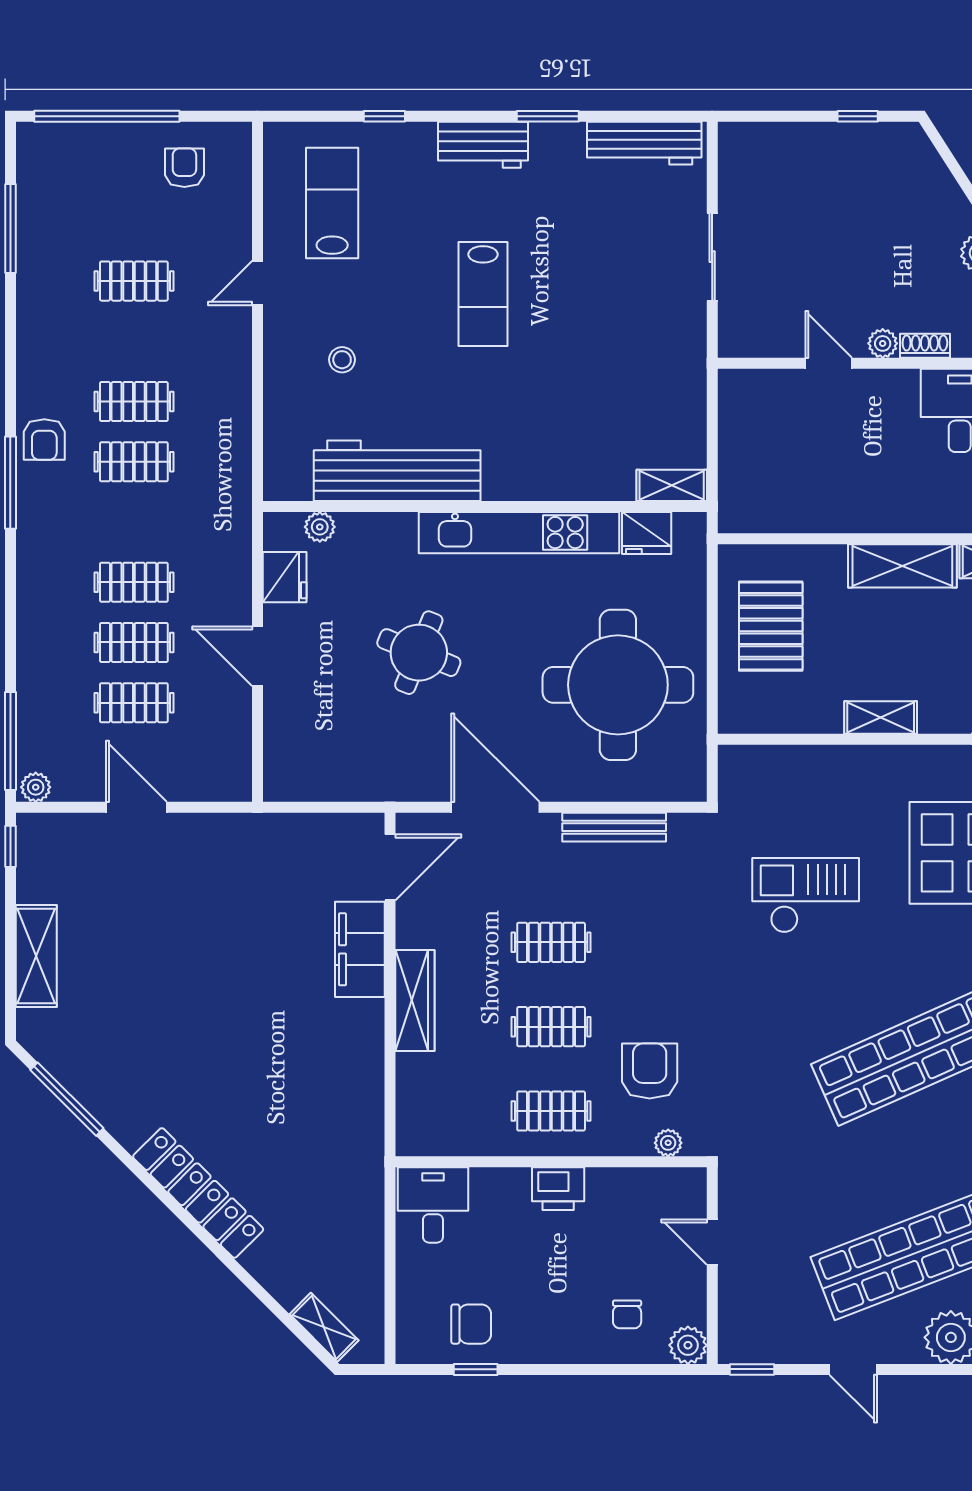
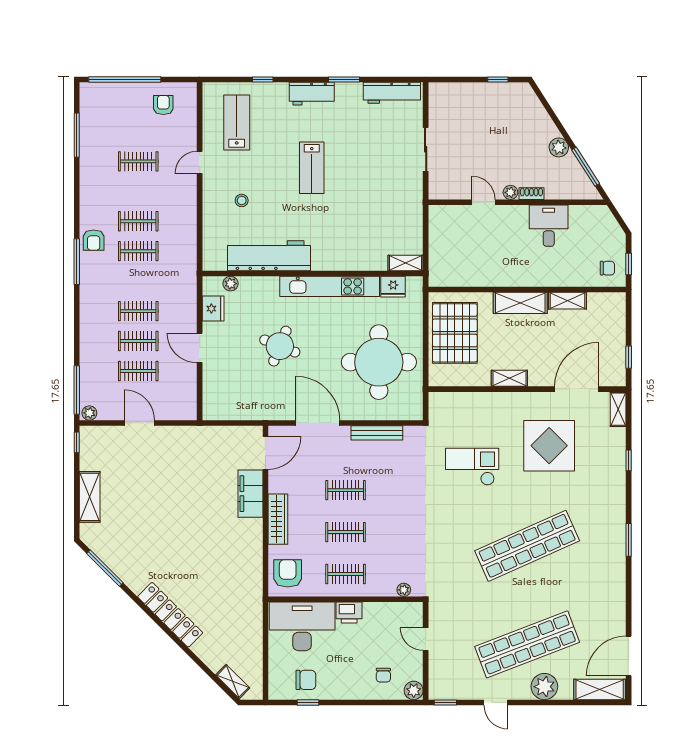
pallet: (771, 626) -> (455, 333), width x1.37, depth x1.41
armchair: (650, 1071) -> (288, 573), moved
desk: (433, 1205) -> (302, 626), width x1.87, depth x1.30

